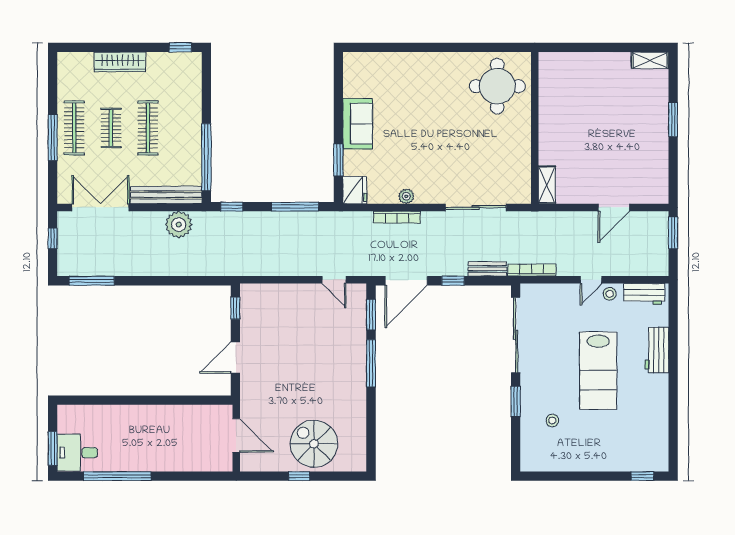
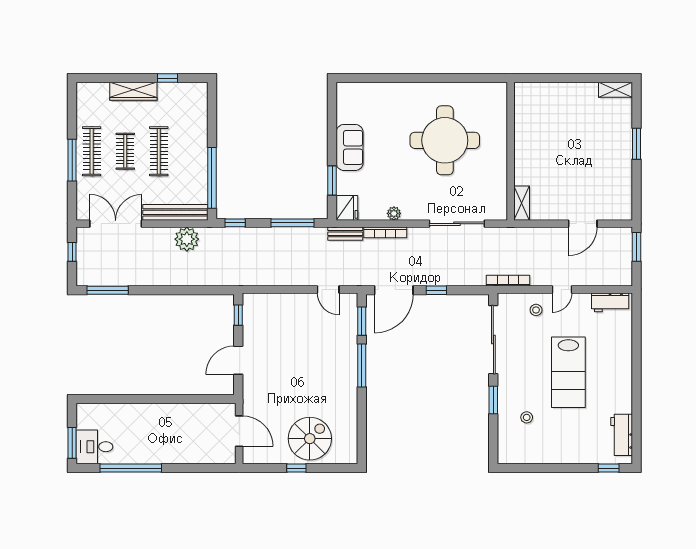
window: (180, 47) -> (167, 78), moved
round table: (497, 86) -> (445, 140), moved, width x1.36, depth x1.36
bench: (487, 269) -> (345, 234), moved
stool: (610, 294) -> (536, 310), moved
workbench: (657, 350) -> (622, 435), moved
spiral stairs: (314, 444) -> (310, 439), turned 90

